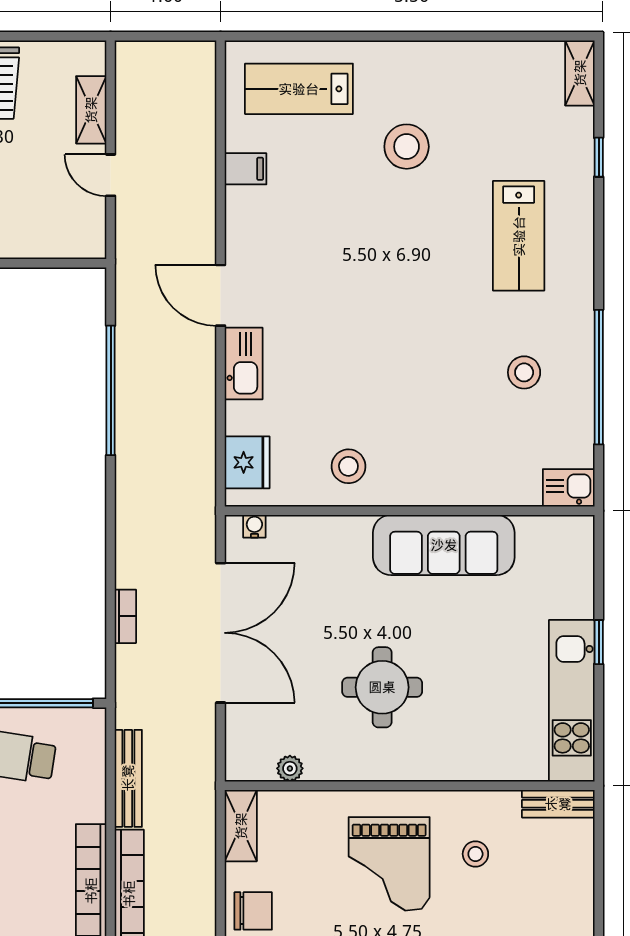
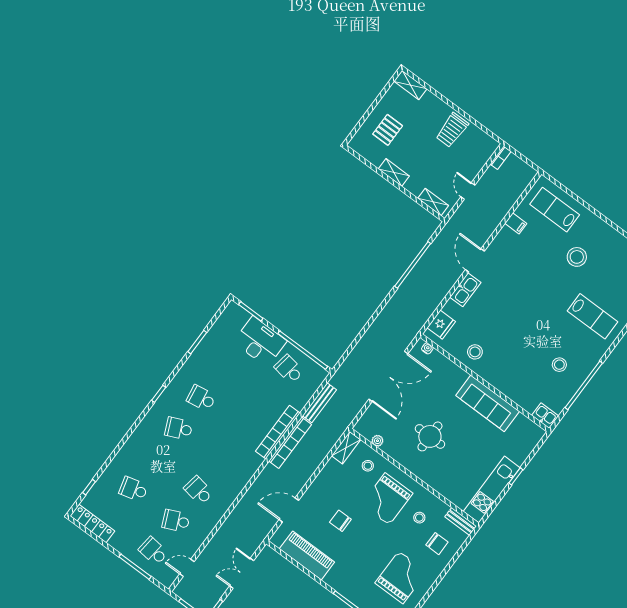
shelving: (91, 110) -> (433, 202), moved, turned 90
lab bench: (519, 236) -> (592, 316), turned -90
bookcase: (125, 616) -> (501, 158), moved
stool: (307, 829) -> (368, 466), added
chair: (253, 911) -> (437, 544), moved

